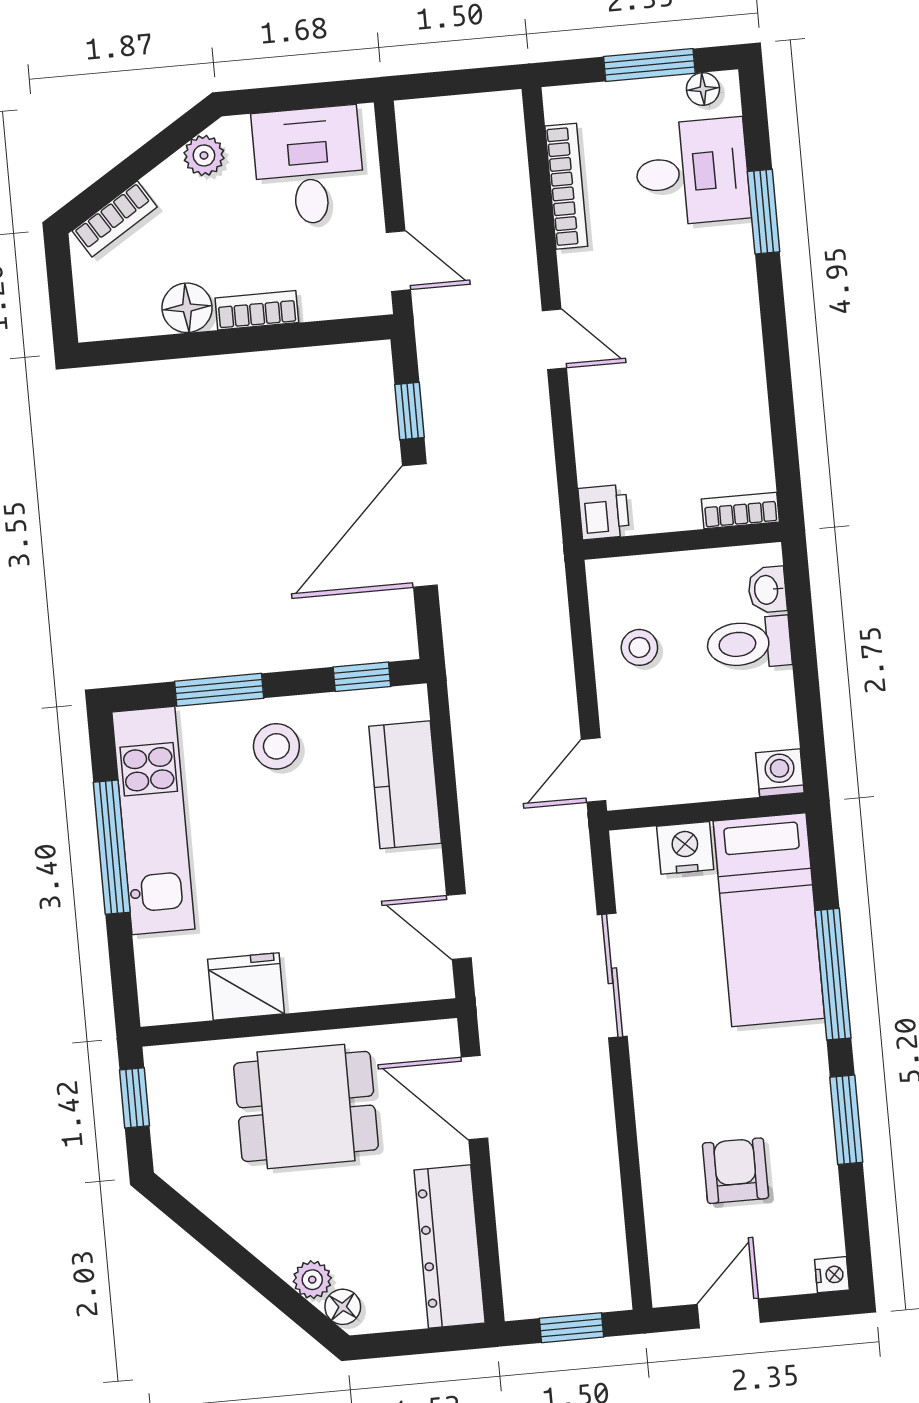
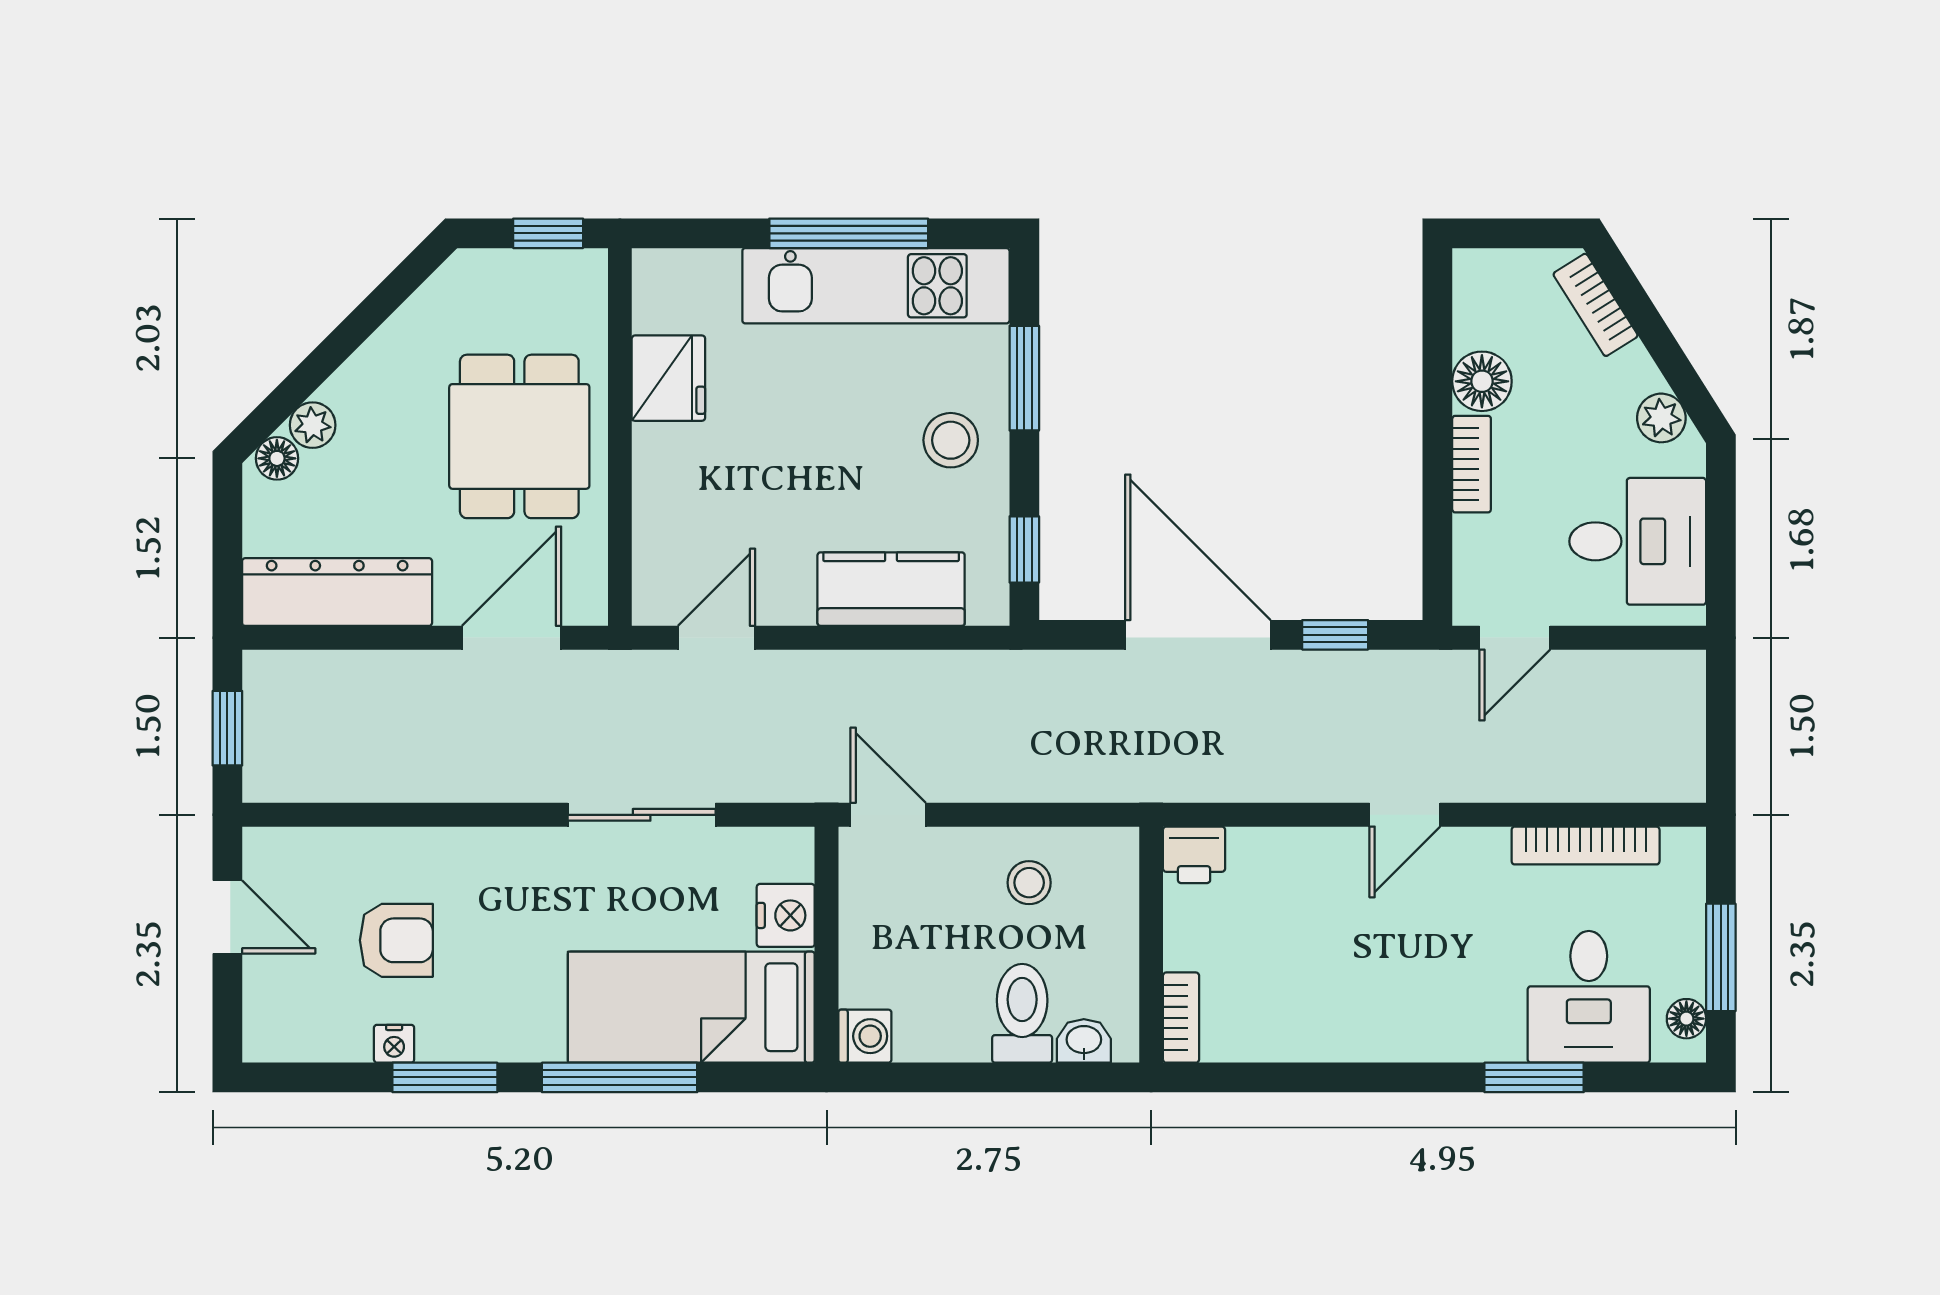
nightstand: (832, 1275) -> (394, 1044), moved

